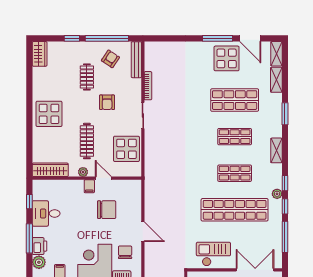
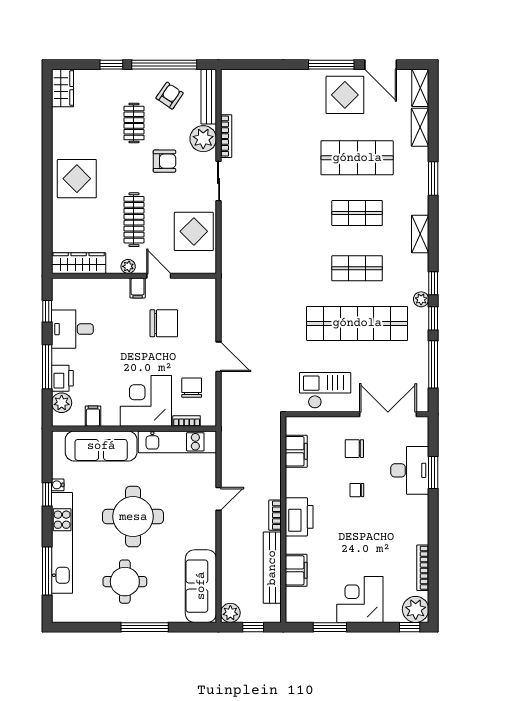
plant: (133, 87) -> (203, 139), added
armchair: (107, 102) -> (164, 161), turned -90

